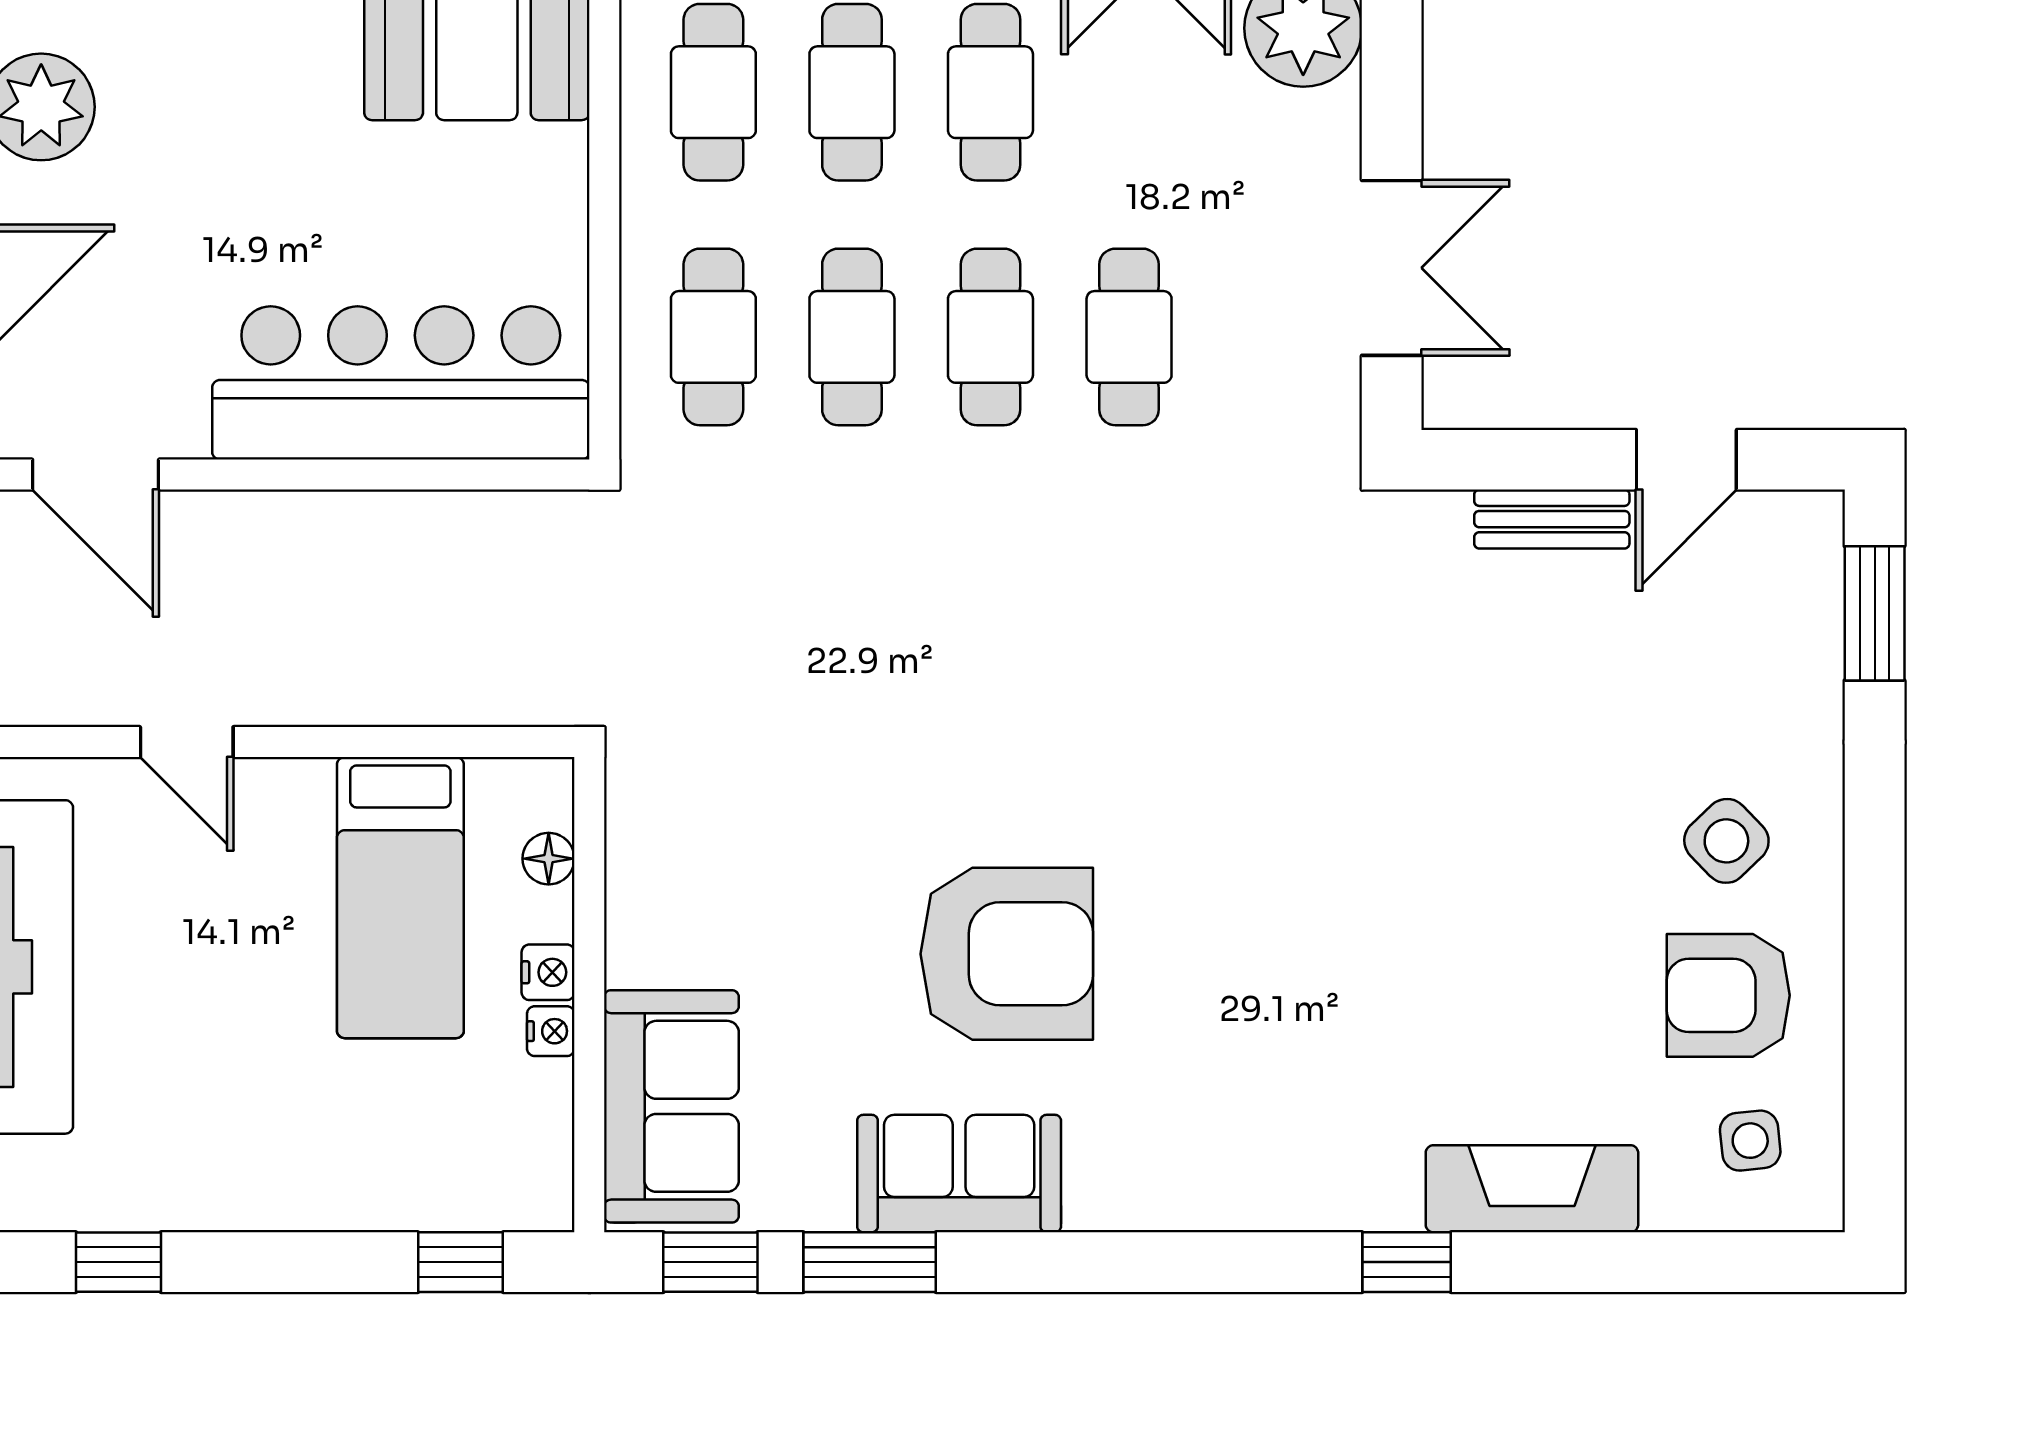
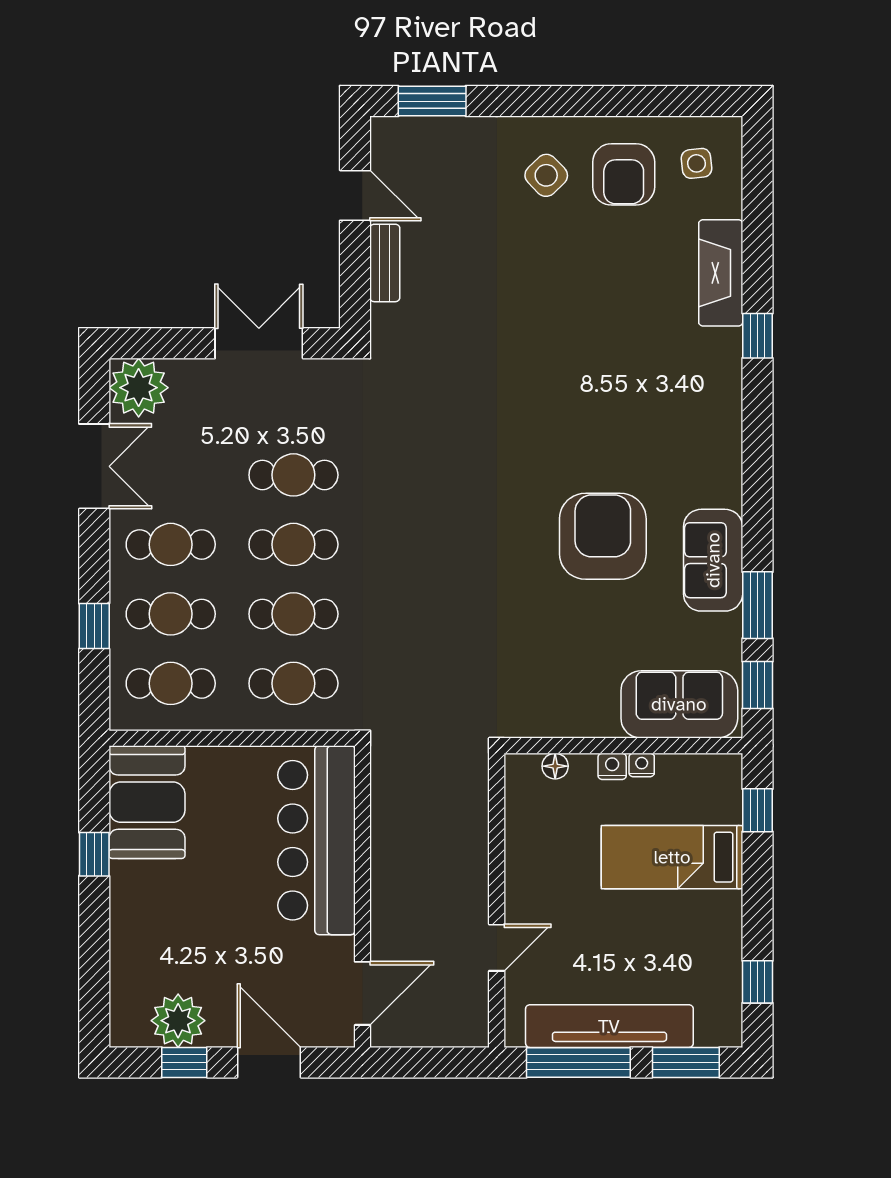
bed: (400, 898) -> (672, 857), moved, turned 180

